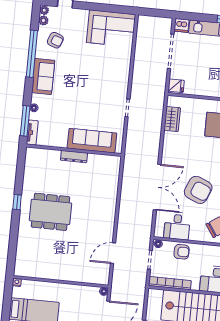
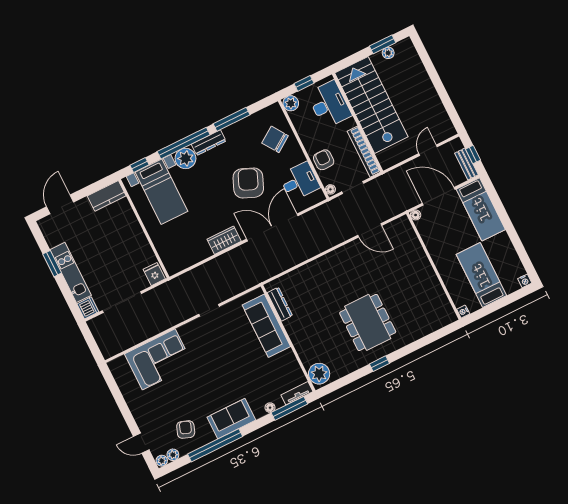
corner sofa: (111, 28) -> (159, 359), moved, turned 90
wardrobe: (172, 119) -> (224, 240), moved
plant: (36, 156) -> (319, 374), added
dresser: (74, 157) -> (280, 304), moved

